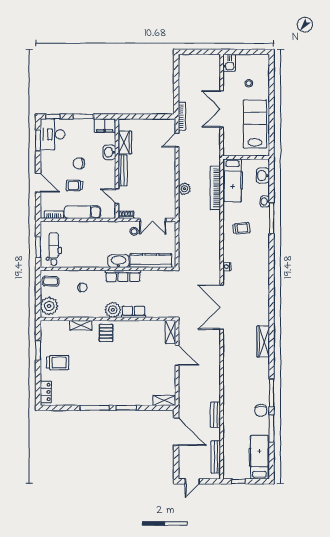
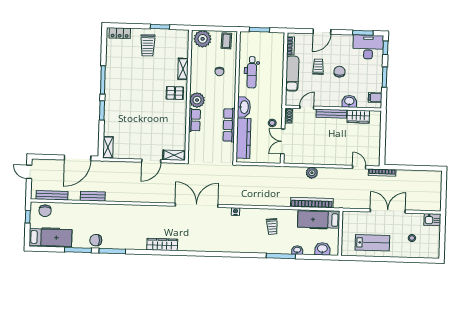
lab bench: (255, 124) -> (372, 243), width x0.73, depth x0.72
filing cabinet: (105, 126) -> (375, 98), width x0.50
dental chair: (54, 249) -> (252, 72), moved, turned 90
row of seats: (123, 276) -> (229, 125), moved
chair: (232, 464) -> (45, 211), added

